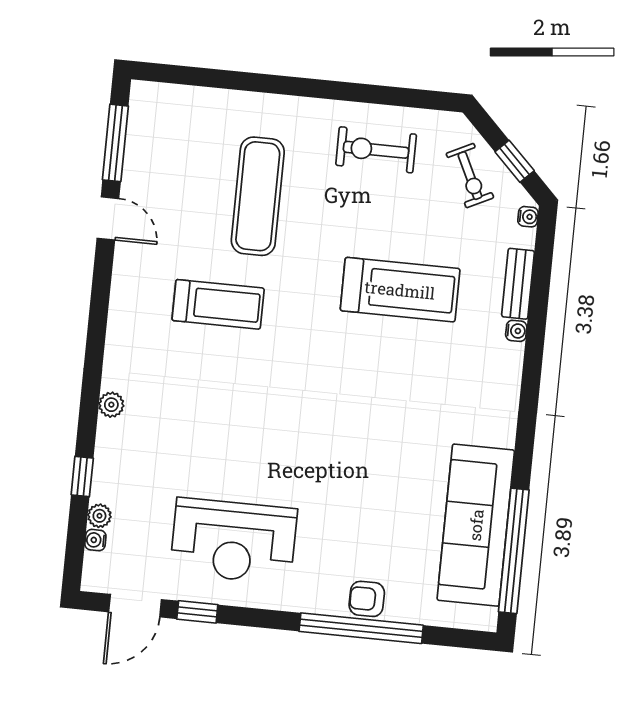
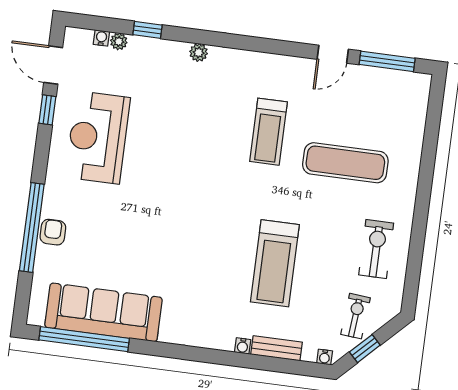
exercise bike: (470, 176) -> (355, 316), turned 121

